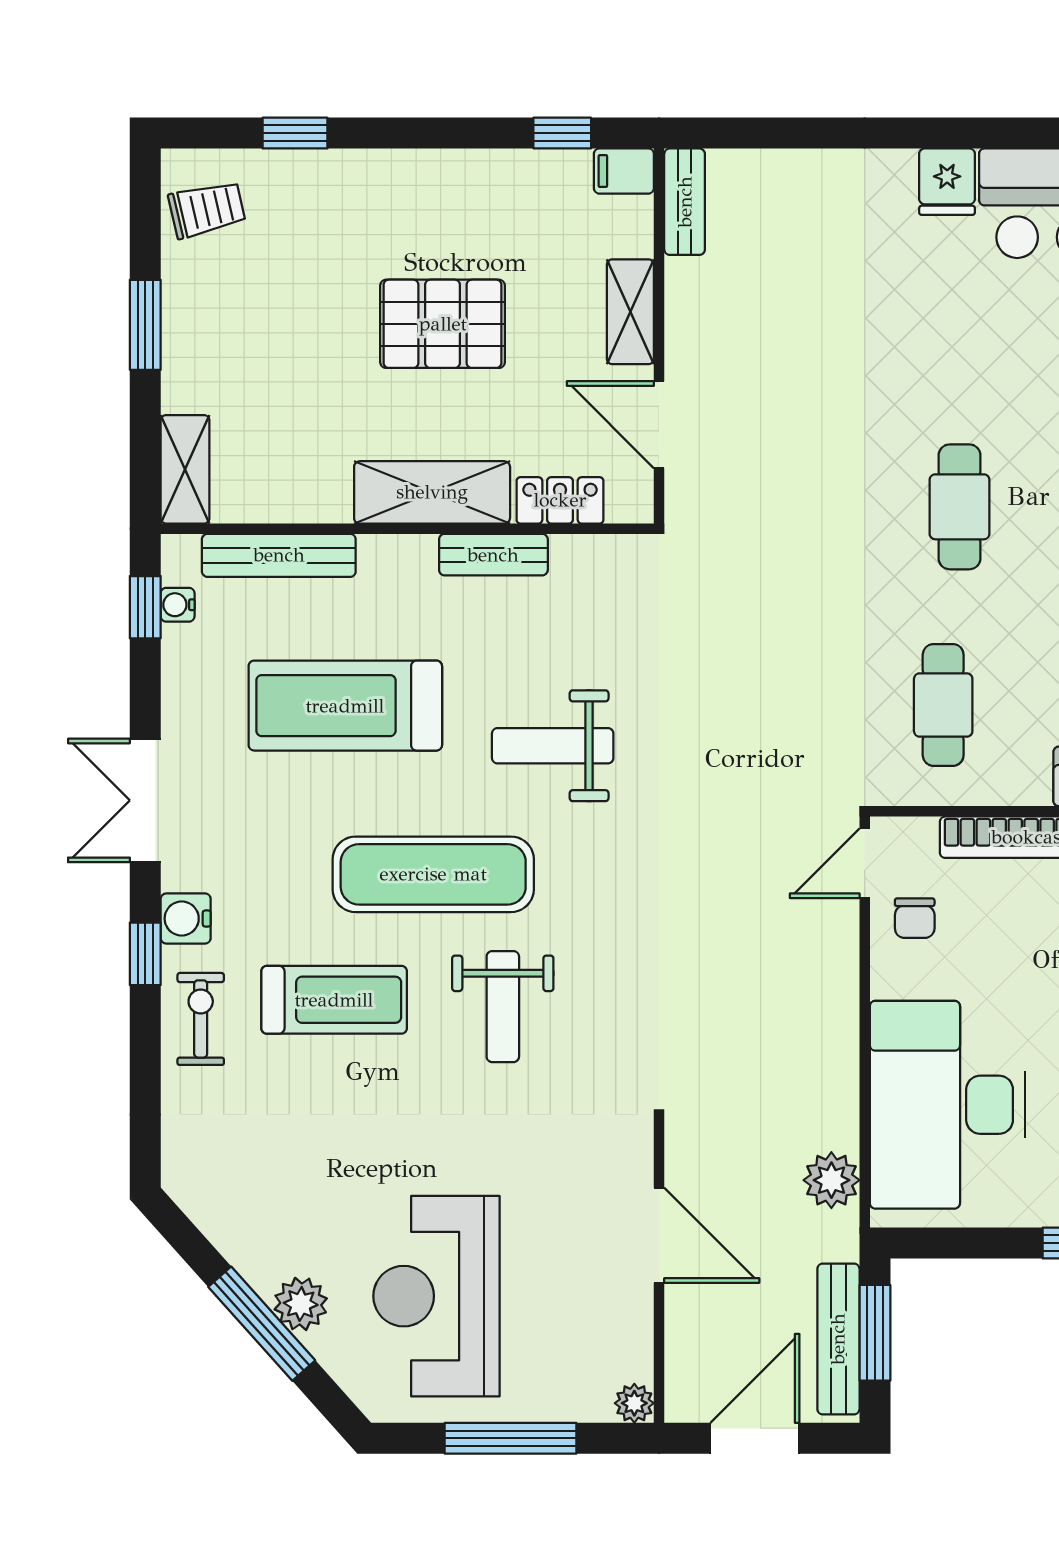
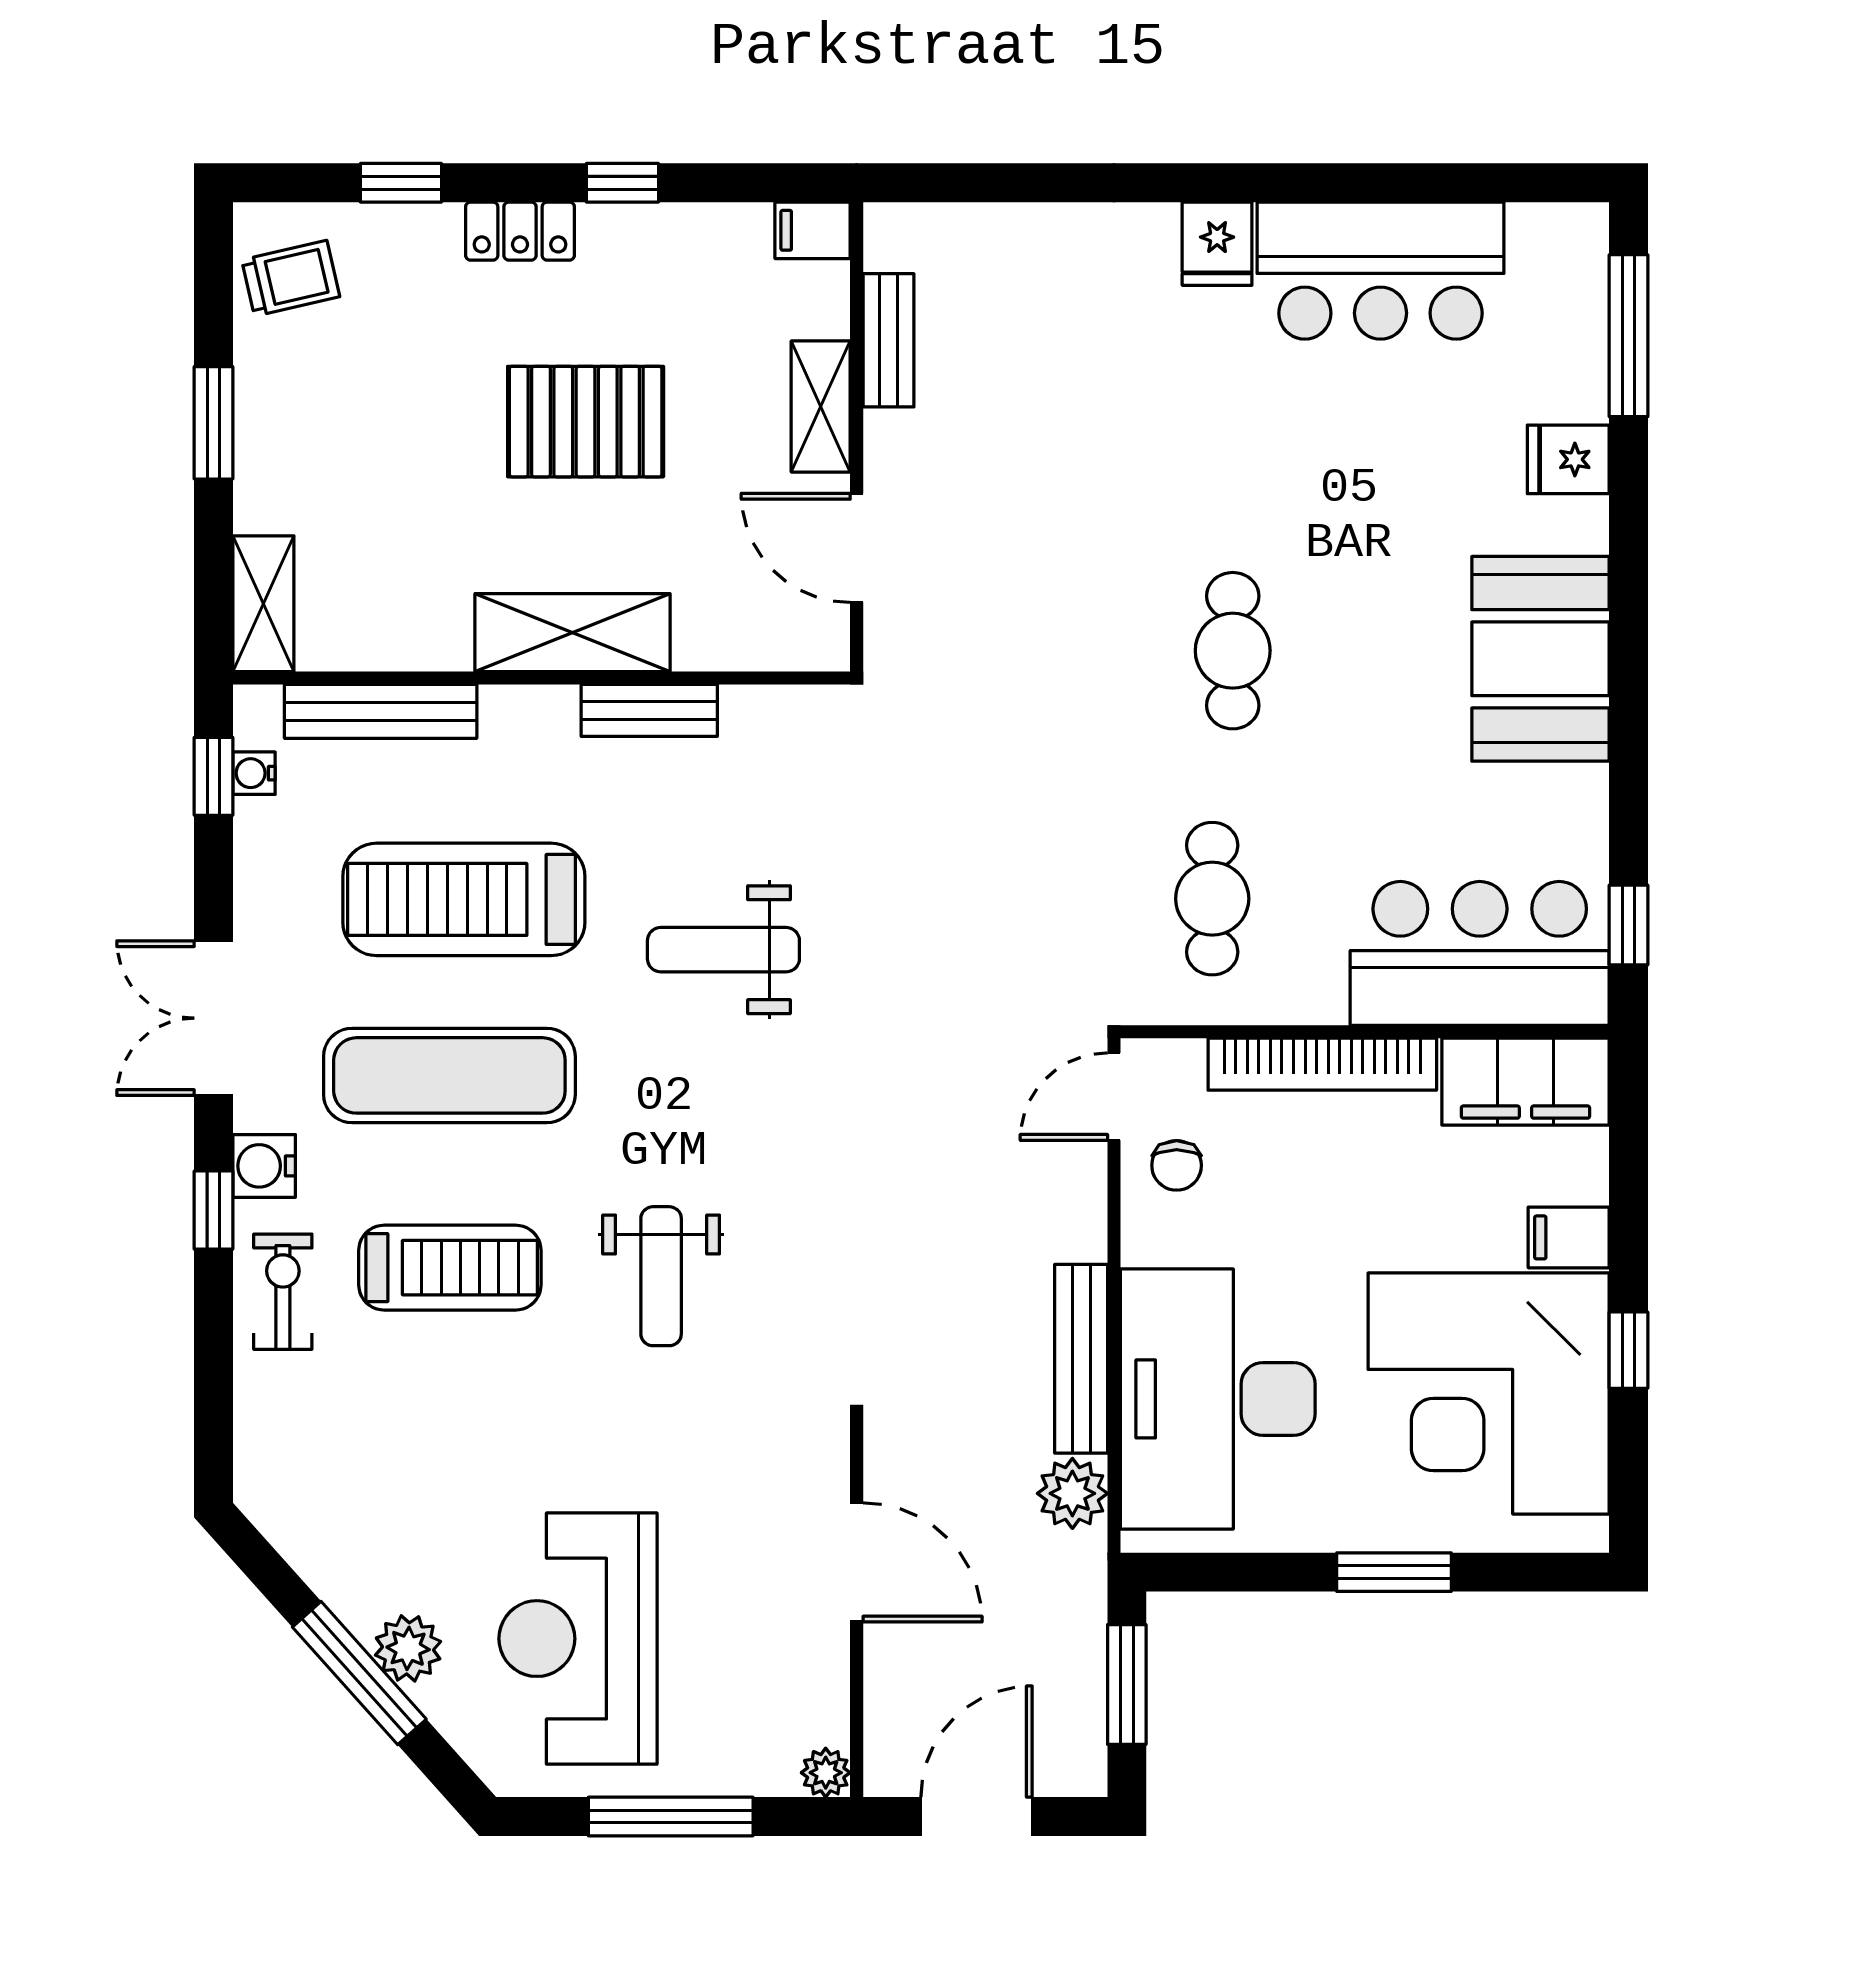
window: (562, 133) -> (622, 183), moved
bench: (685, 202) -> (889, 340), moved
locker: (560, 500) -> (520, 231), moved, turned 180
exercise mat: (433, 874) -> (449, 1075), moved
bench: (838, 1339) -> (1081, 1359), moved

